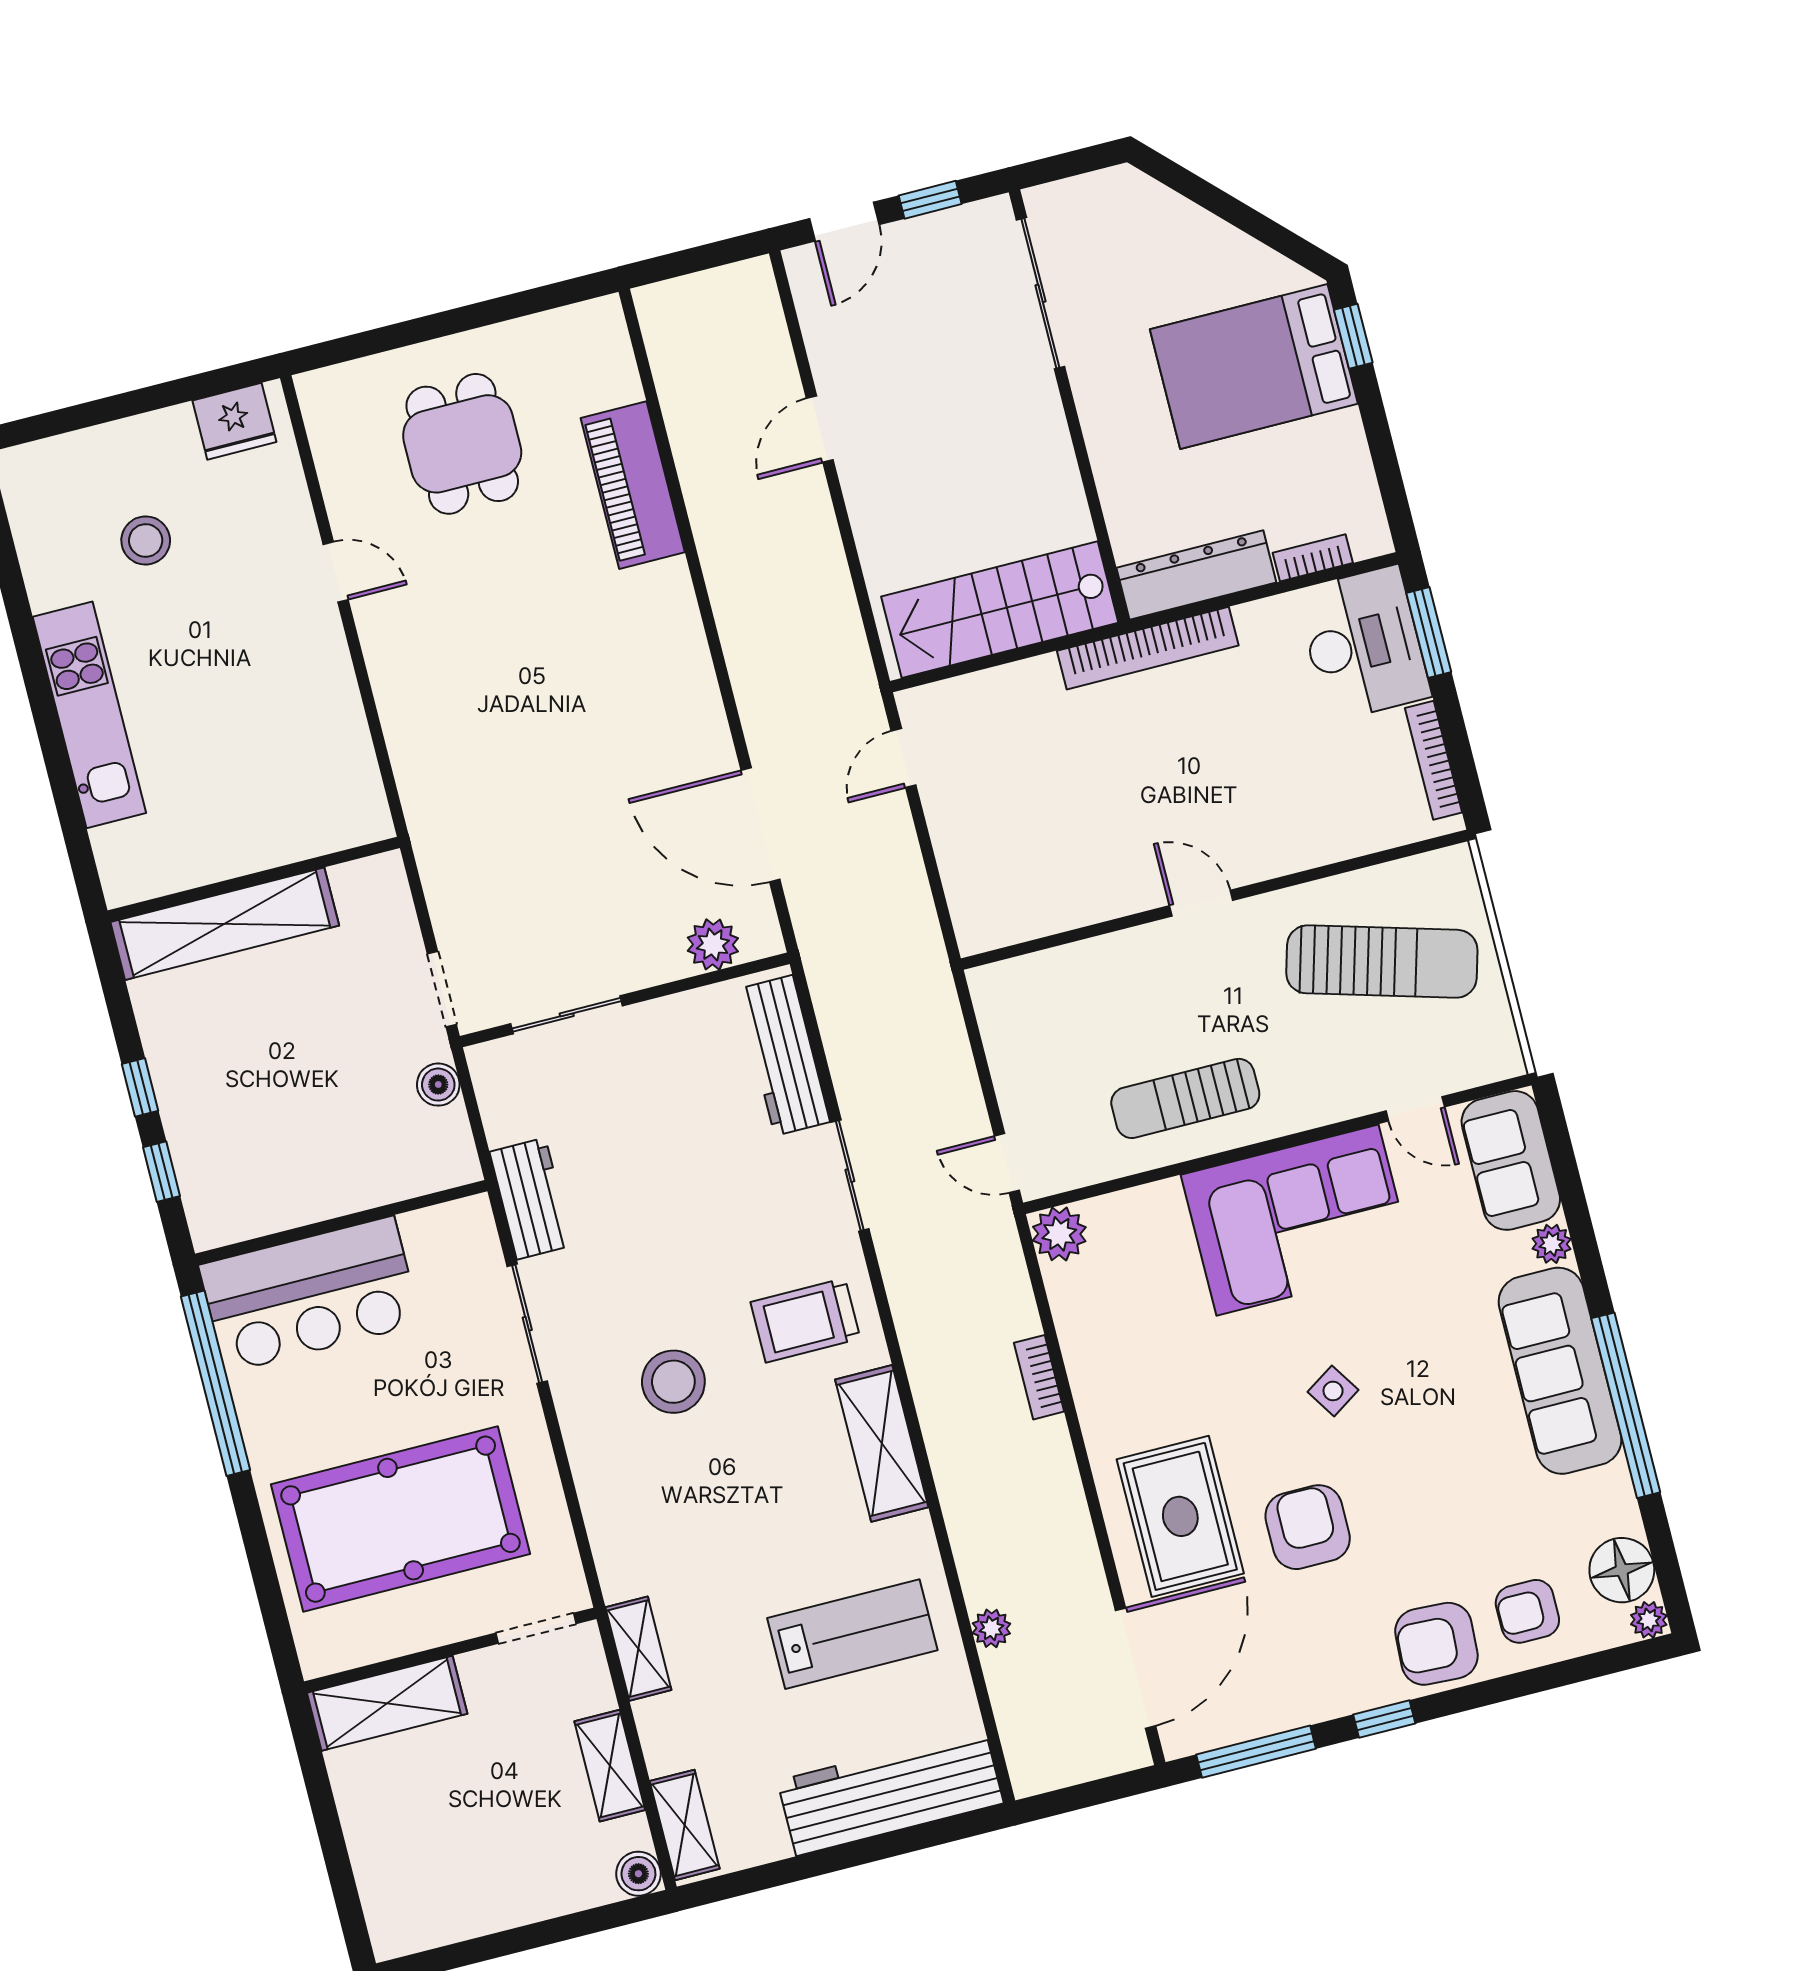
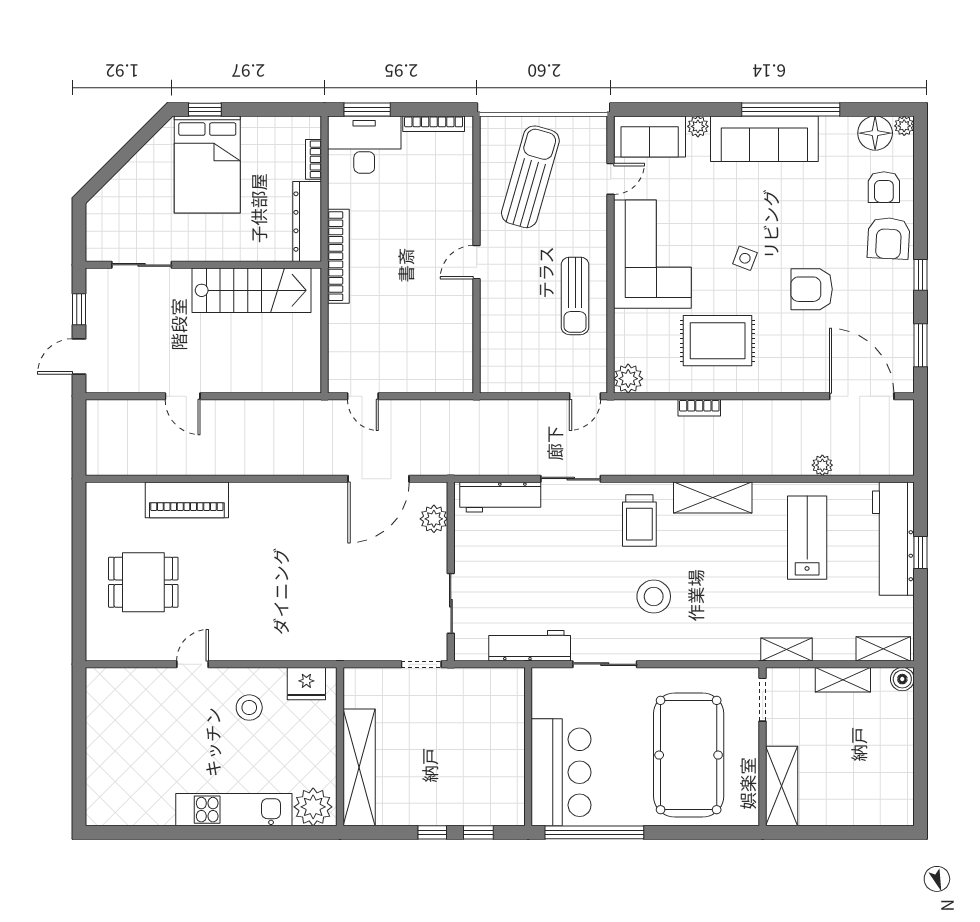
door: (844, 222) -> (79, 356), swing flipped
sliding door: (1040, 293) -> (142, 265), width x0.73
fridge: (234, 421) -> (306, 684), moved, turned 90
stool: (146, 540) -> (249, 708), moved
stairs: (1000, 610) -> (252, 290), moved, turned -90
plant: (131, 858) -> (313, 807), added
boiler: (438, 1085) -> (470, 679), removed
workbench: (531, 1199) -> (530, 646), width x1.38
side table: (1333, 1391) -> (745, 258), turned -36
rug: (1180, 1516) -> (718, 341), moved
window: (1256, 1752) -> (921, 345), width x0.69
window: (878, 1848) -> (921, 552), added

